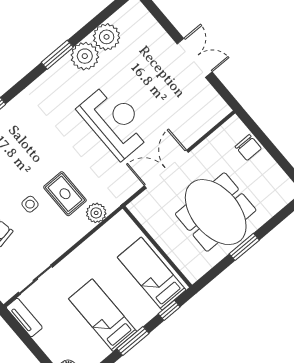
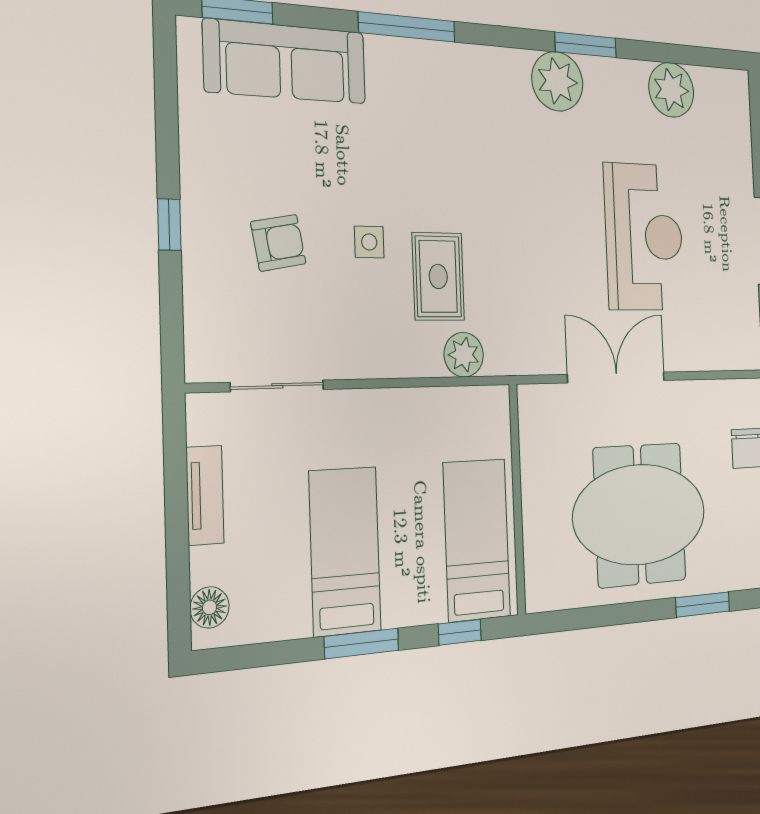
plant: (85, 56) -> (557, 81), moved
reception desk: (115, 121) -> (644, 237), moved
meeting table: (216, 212) -> (640, 515), turned 90
window: (244, 247) -> (703, 604), moved
tv unit: (24, 318) -> (205, 495), moved

